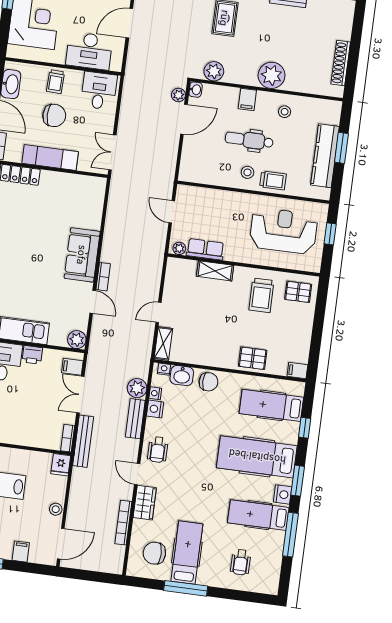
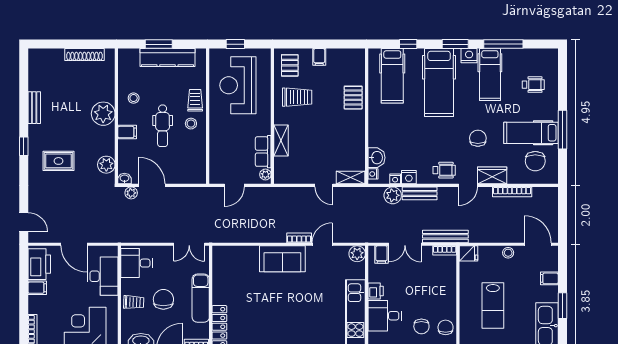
filing cabinet: (297, 371) -> (319, 57), moved
chair: (208, 382) -> (478, 138), moved

